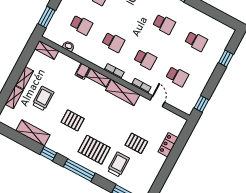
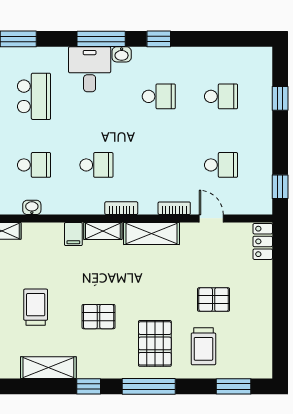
school desk: (145, 59) -> (159, 165), removed
locker: (168, 145) -> (263, 241), moved
pallet: (94, 150) -> (155, 343), turned 90
trolley: (118, 164) -> (203, 346), turned 180

